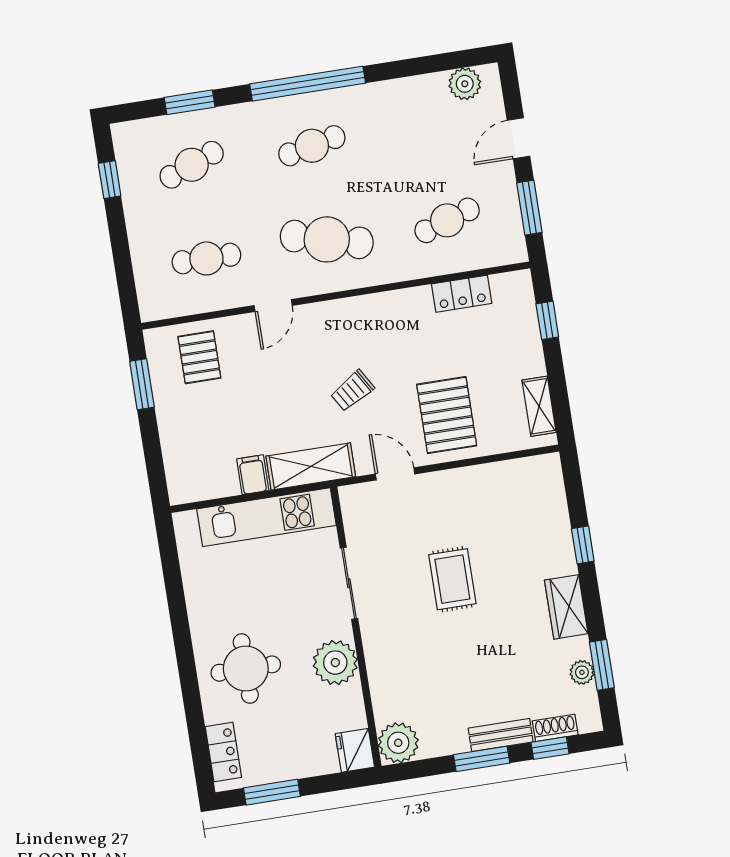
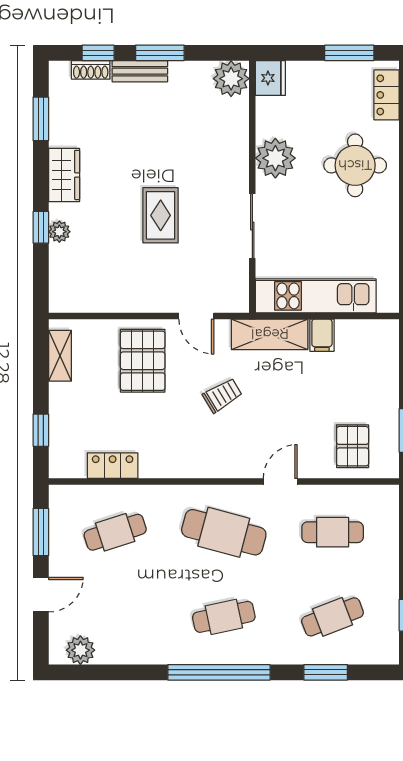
plant: (582, 672) -> (59, 232), moved

